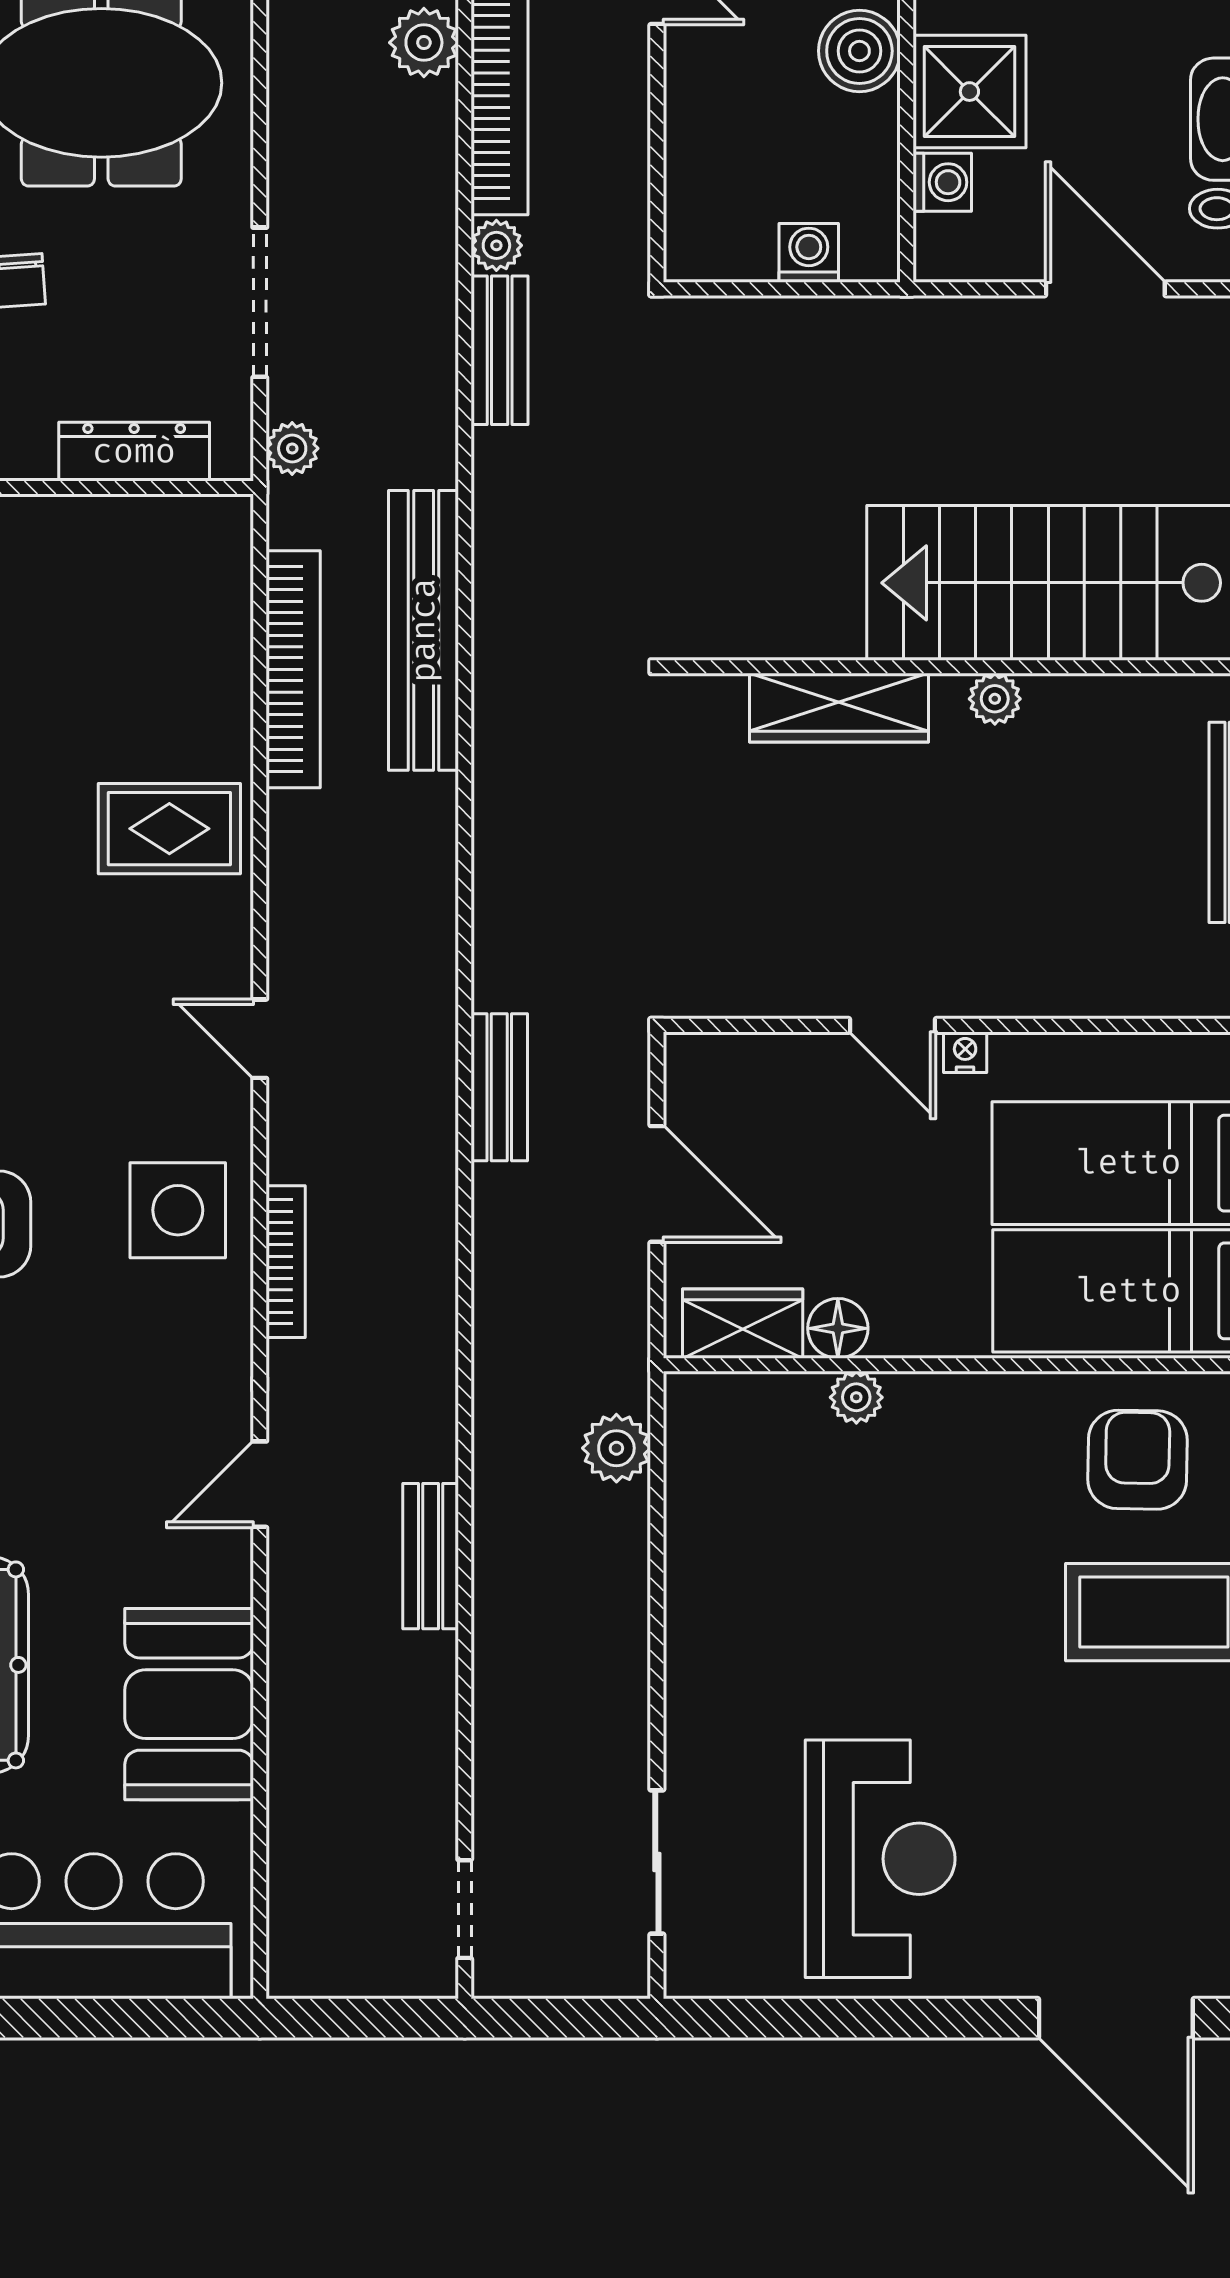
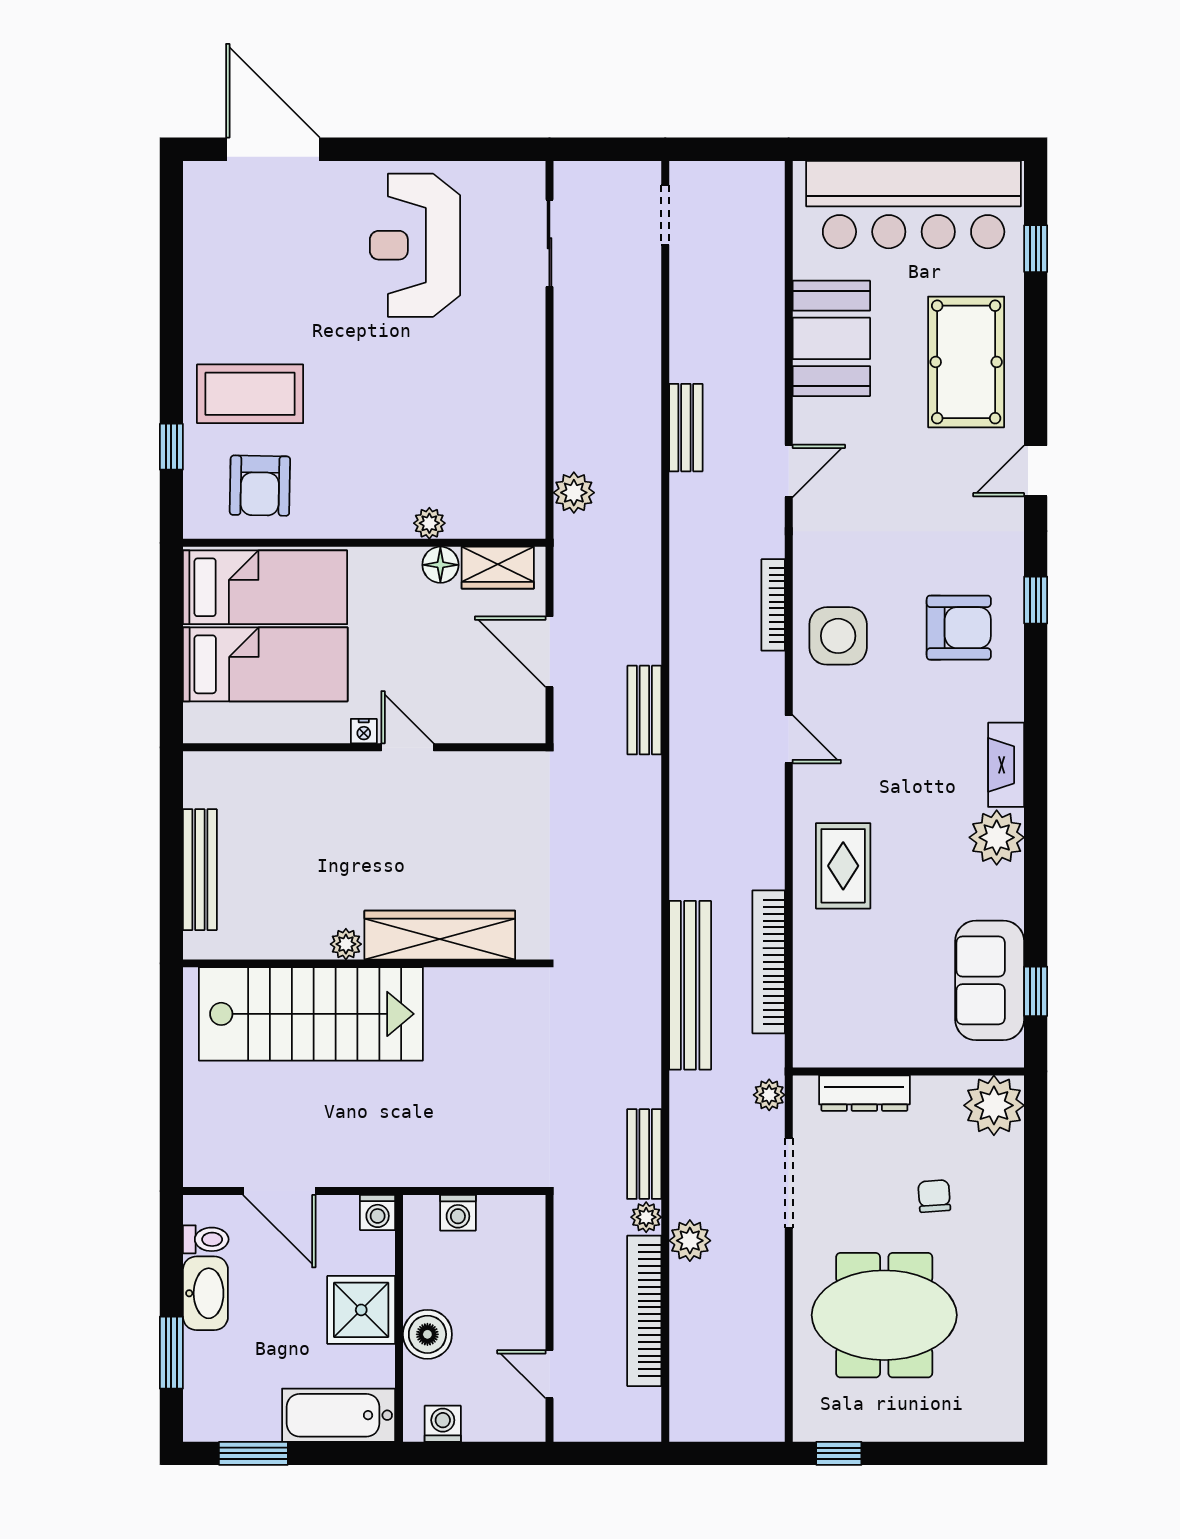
plant: (424, 43) -> (690, 1241), moved
washing machine: (942, 182) -> (378, 1212), moved, turned -90
wardrobe: (839, 708) -> (440, 935), width x1.40, depth x1.17
rug: (169, 829) -> (843, 866), turned 90

